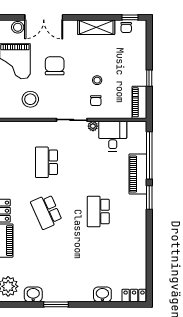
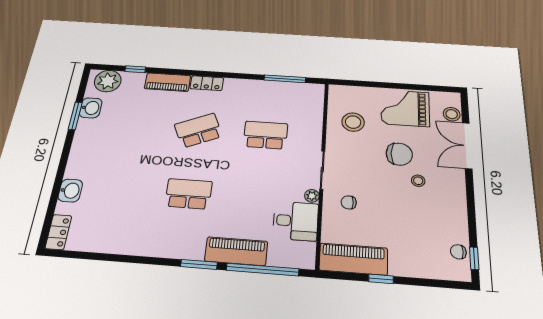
shelving: (96, 27) -> (457, 211), removed
stool: (97, 80) -> (418, 181), moved
piano: (139, 102) -> (353, 259), width x1.37, depth x1.33
window: (56, 304) -> (75, 116), moved

